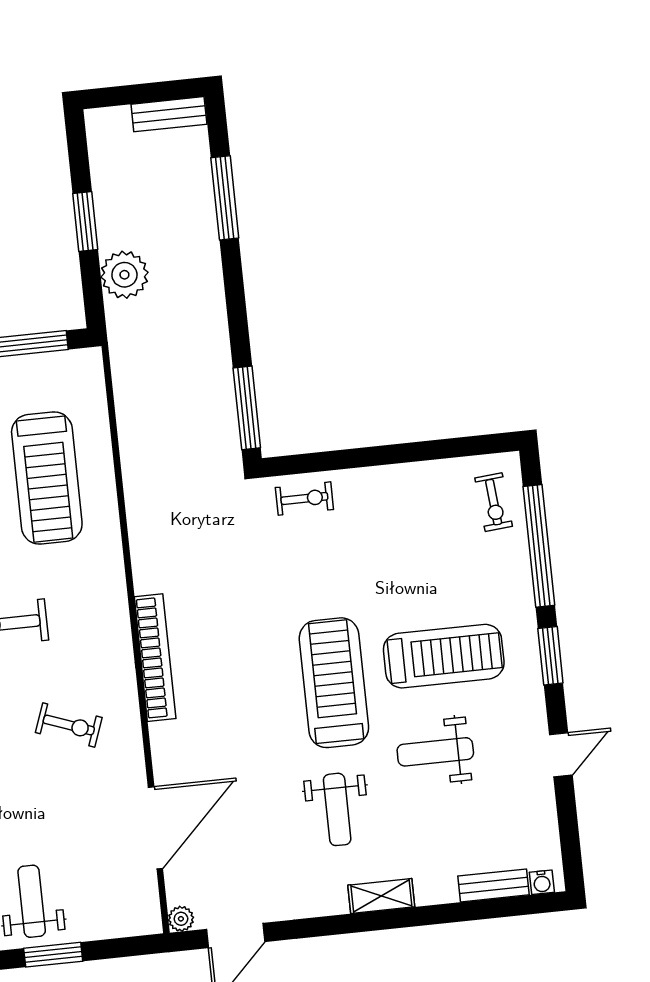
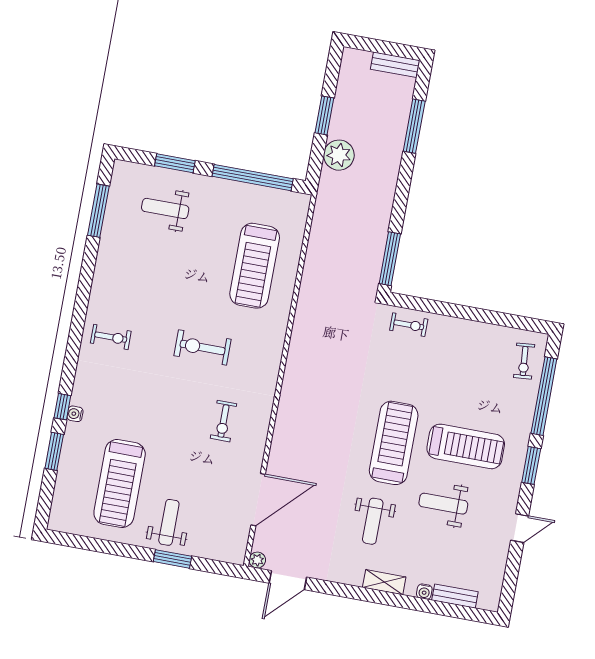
bookcase: (155, 658) -> (289, 395), removed
exercise bike: (69, 725) -> (224, 421), turned 70
water cooler: (542, 882) -> (424, 592), moved

